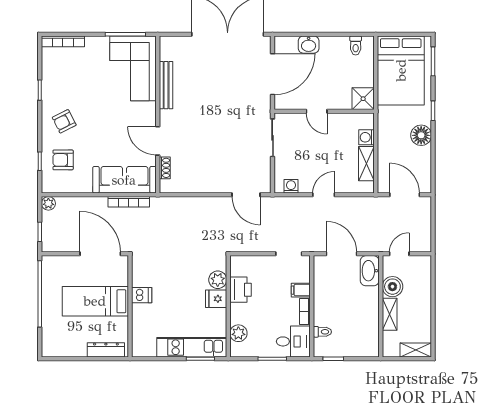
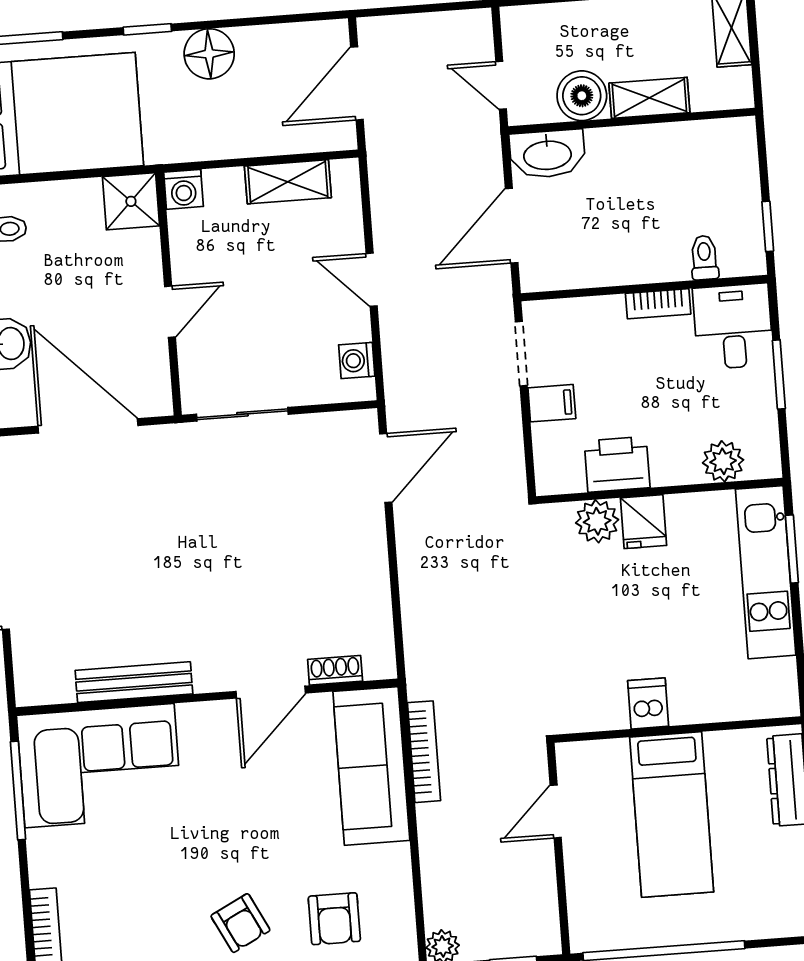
washing machine: (366, 137) -> (183, 189), moved
door: (100, 254) -> (556, 811), width x0.53
filing cabinet: (301, 290) -> (552, 403), moved, turned -90

